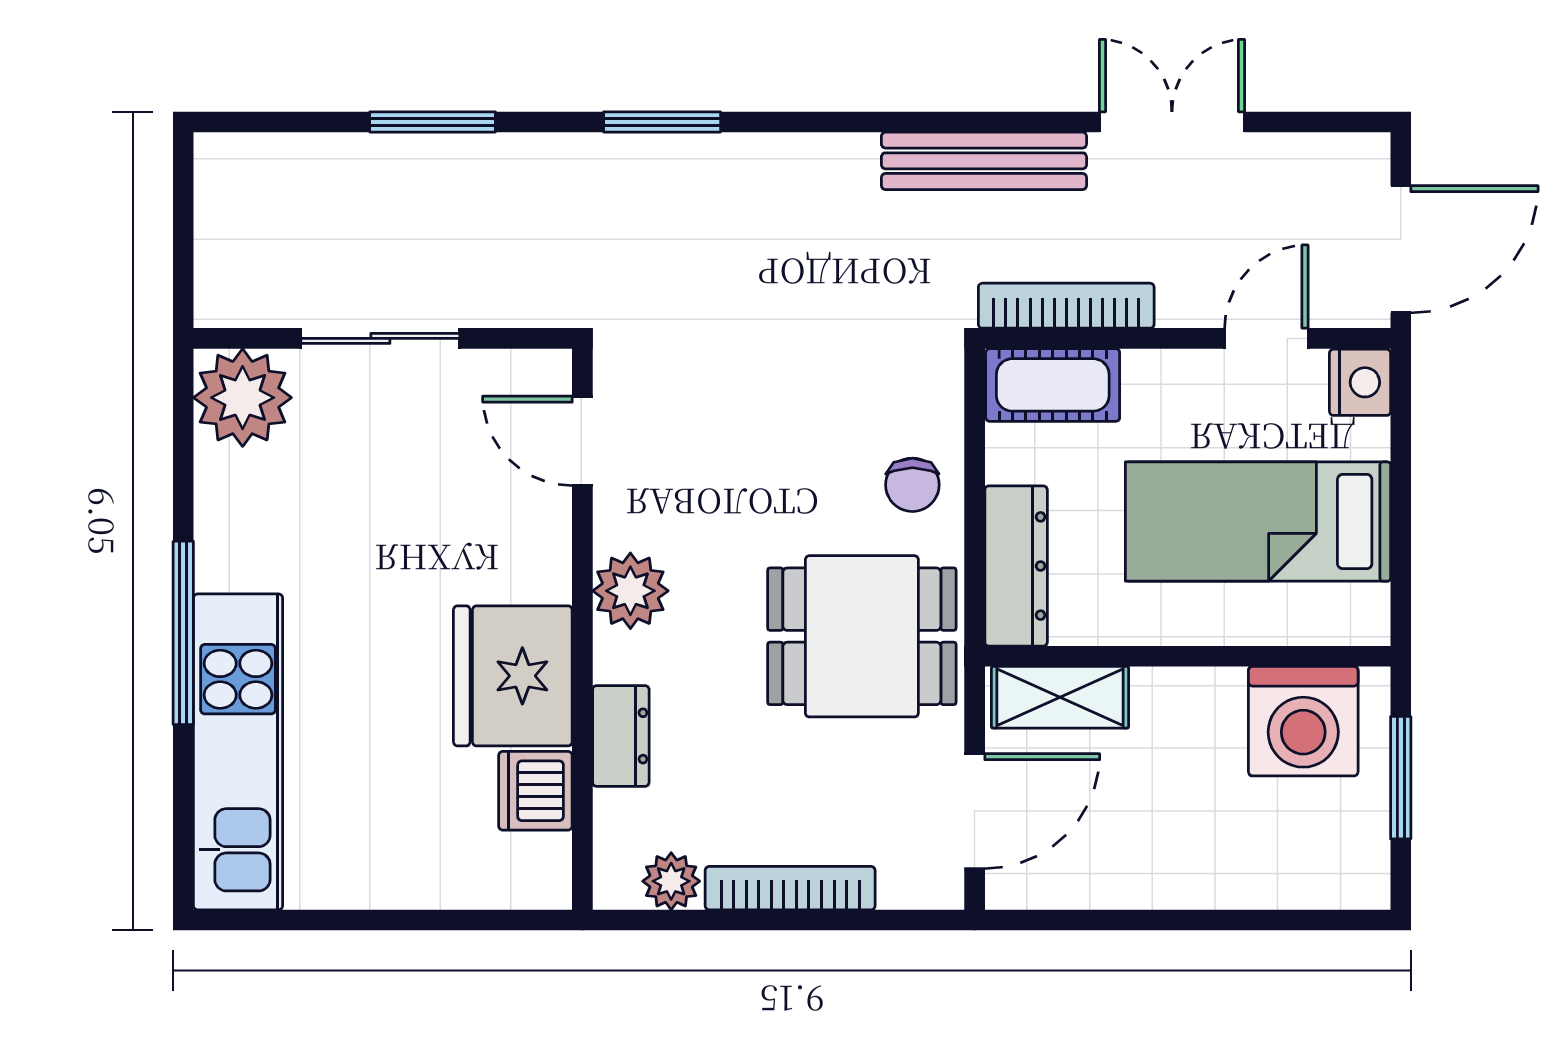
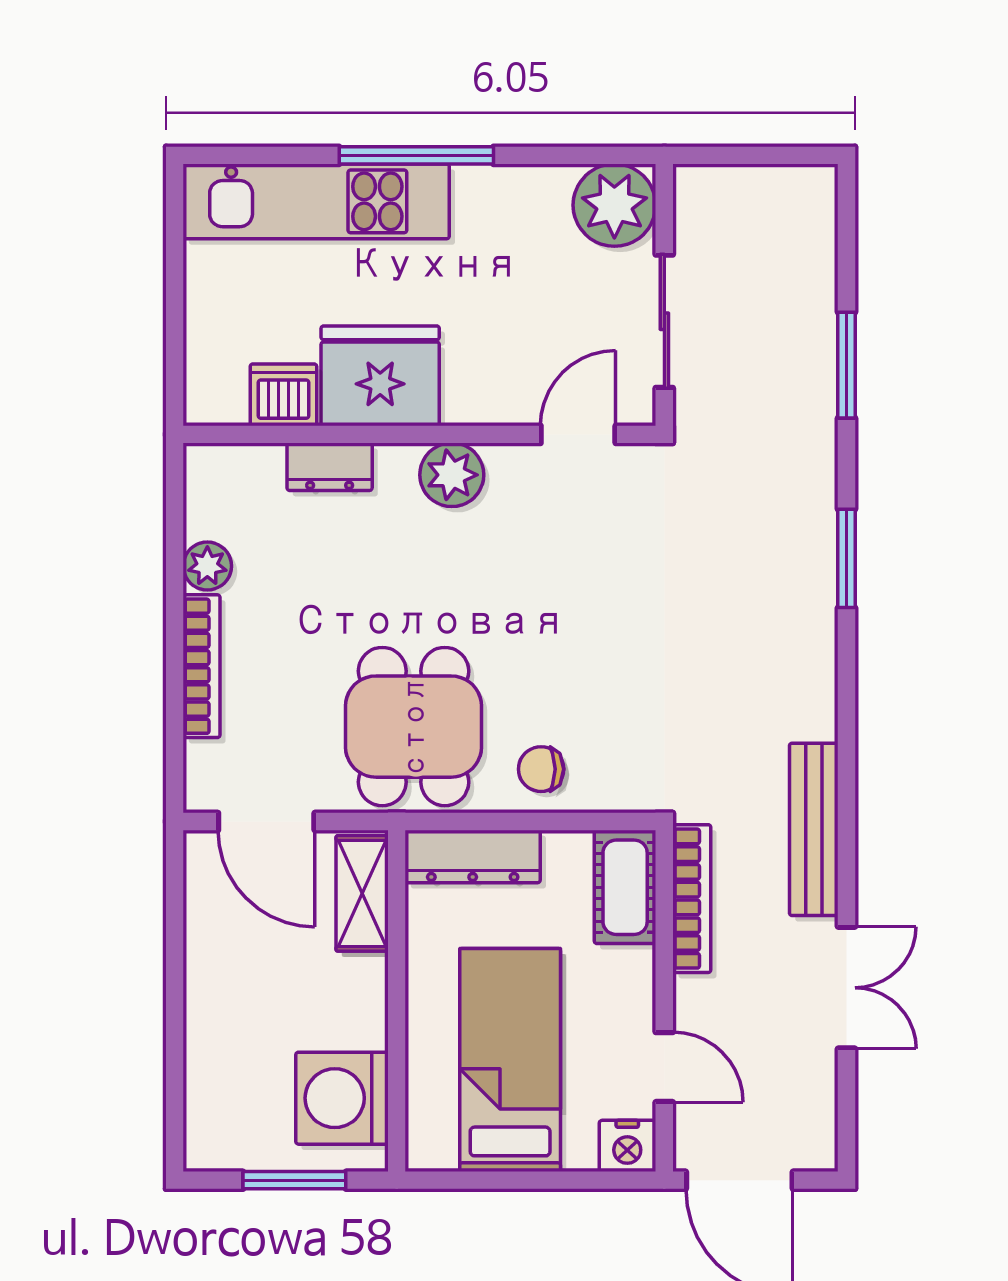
door: (582, 441) -> (578, 434), moved
plant: (630, 591) -> (452, 475), moved
wall: (582, 629) -> (419, 434), moved
fridge: (513, 676) -> (380, 376), moved
dresser: (621, 736) -> (330, 467), moved
dishwasher: (535, 791) -> (283, 395), moved

